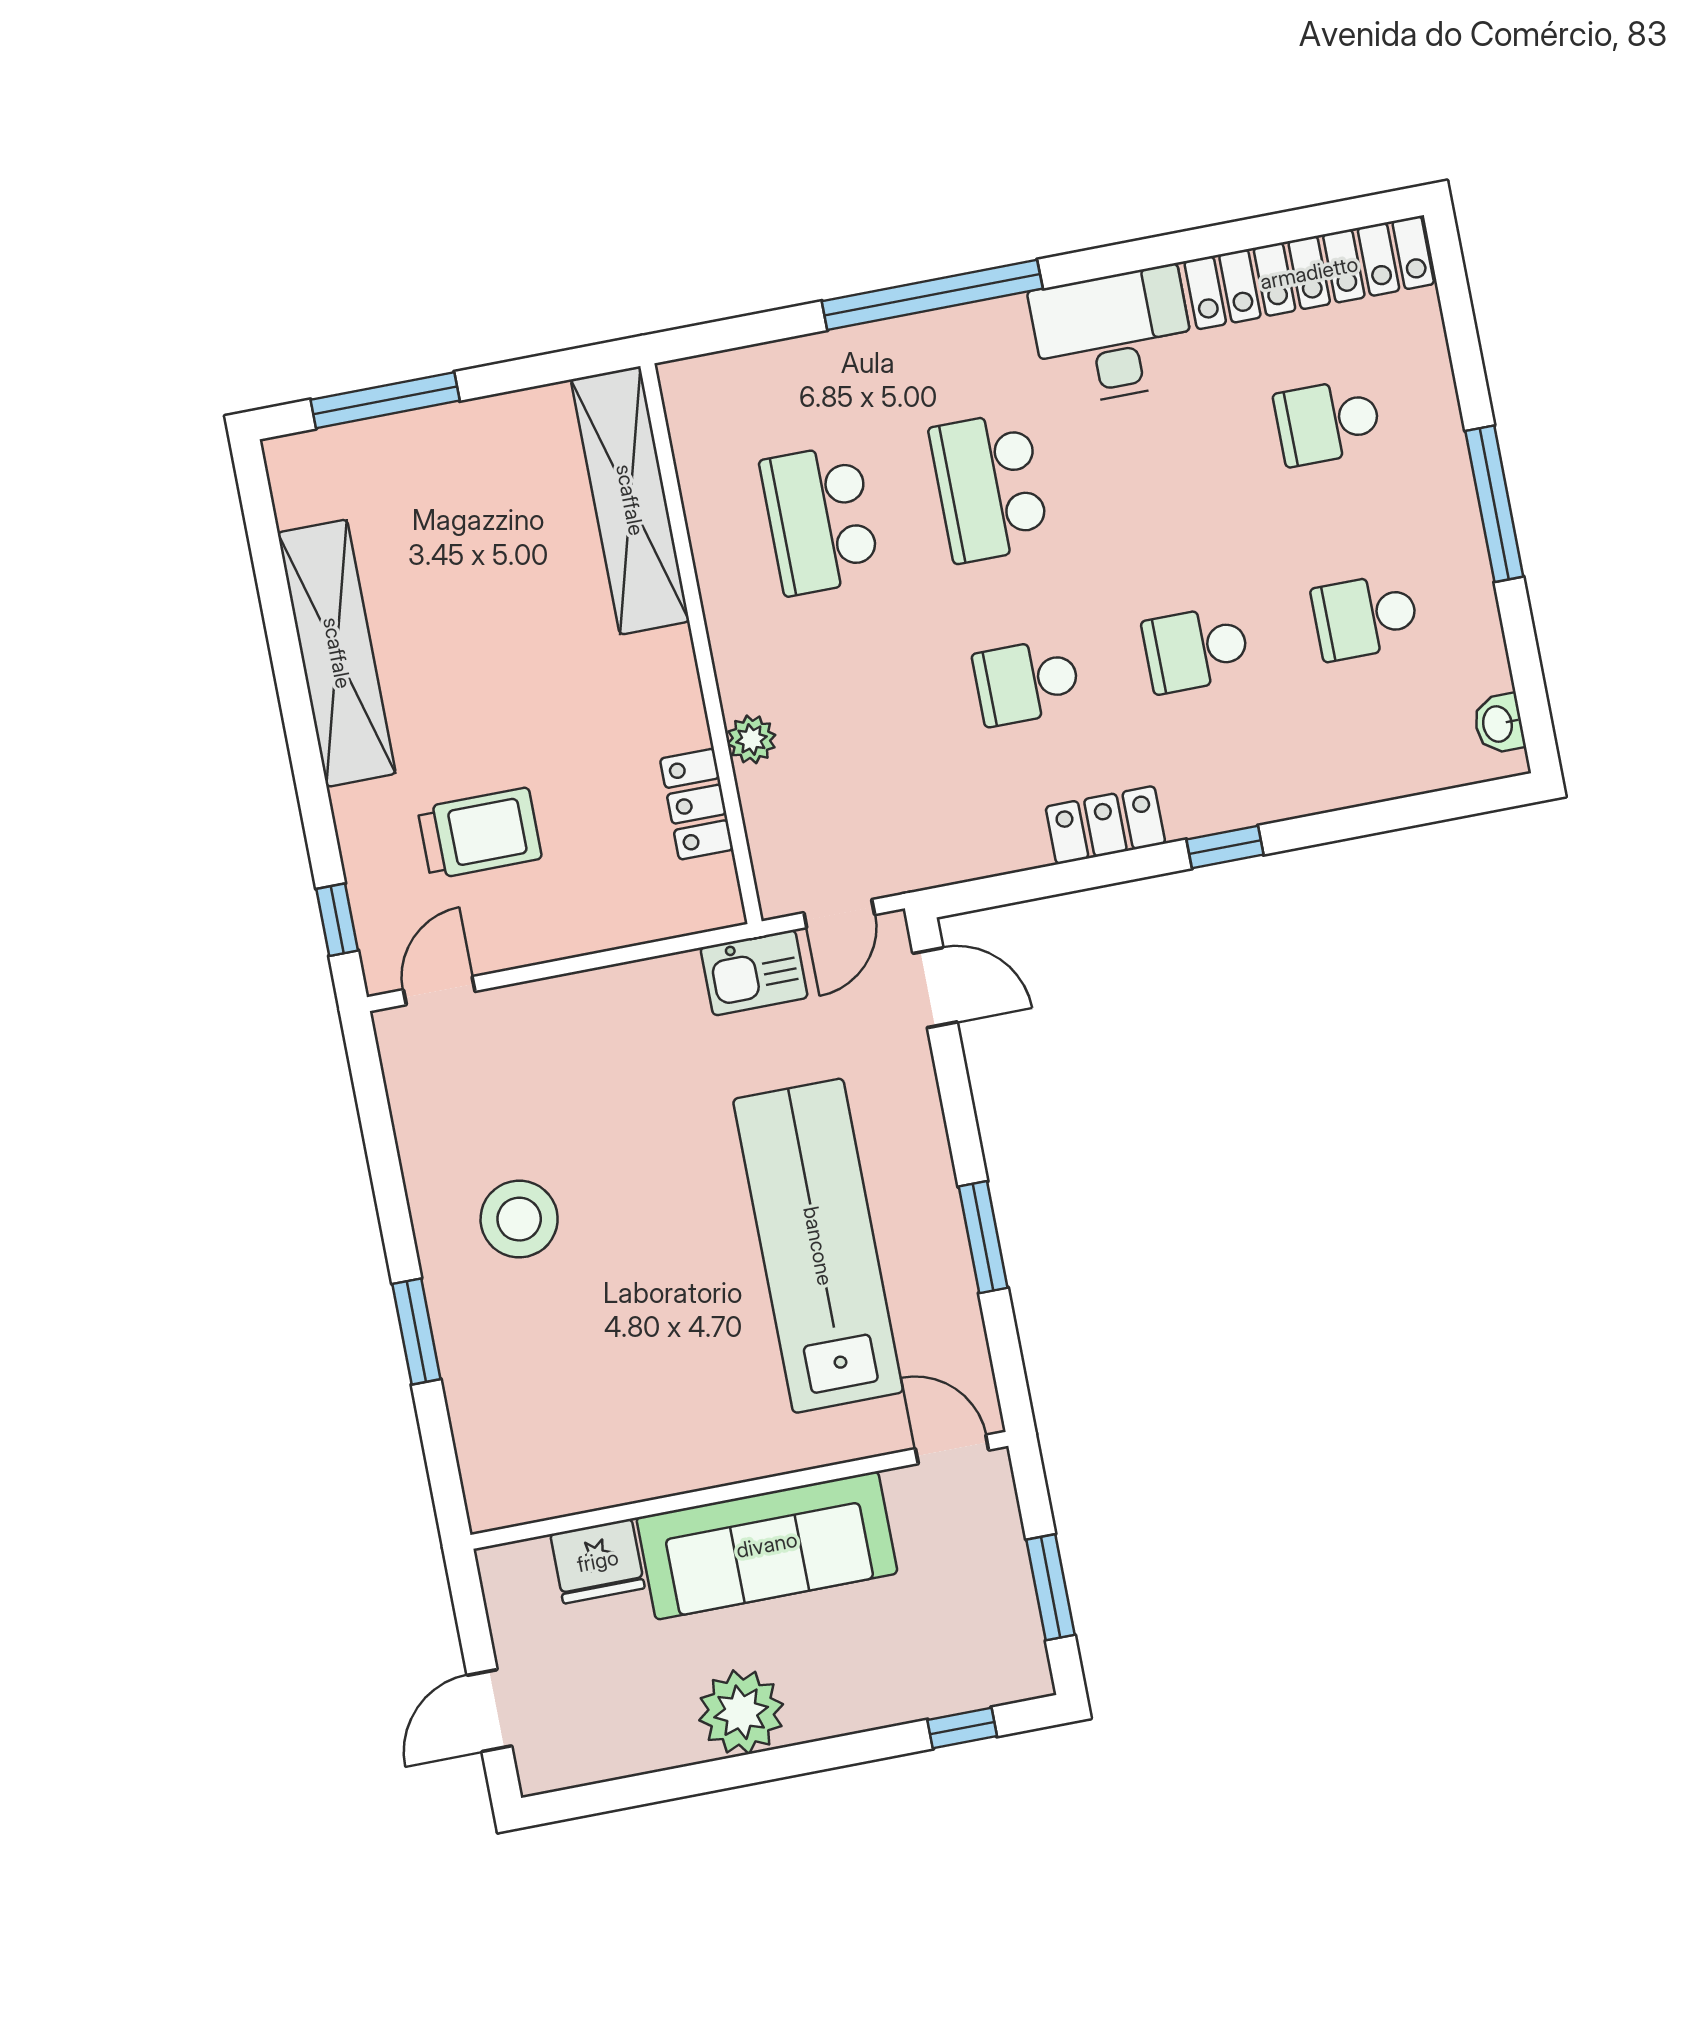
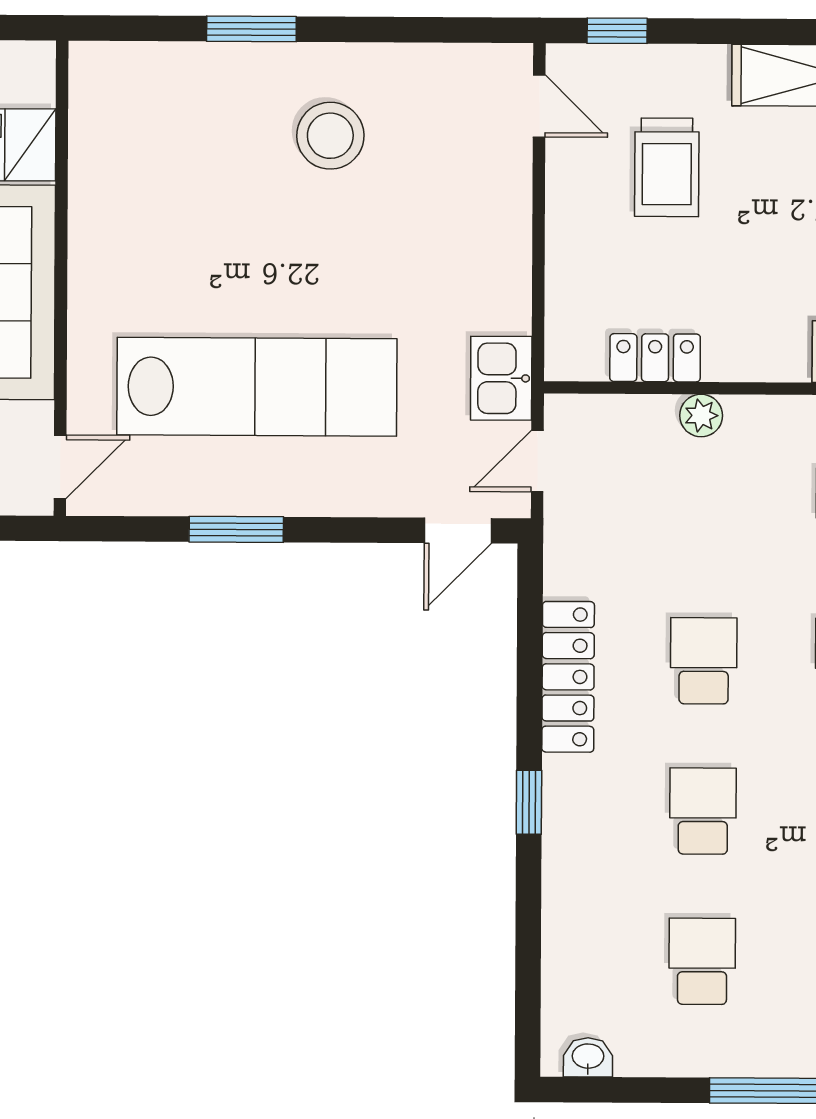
locker: (1105, 825) -> (568, 677), width x1.53
door: (839, 914) -> (537, 461), hinge flipped

